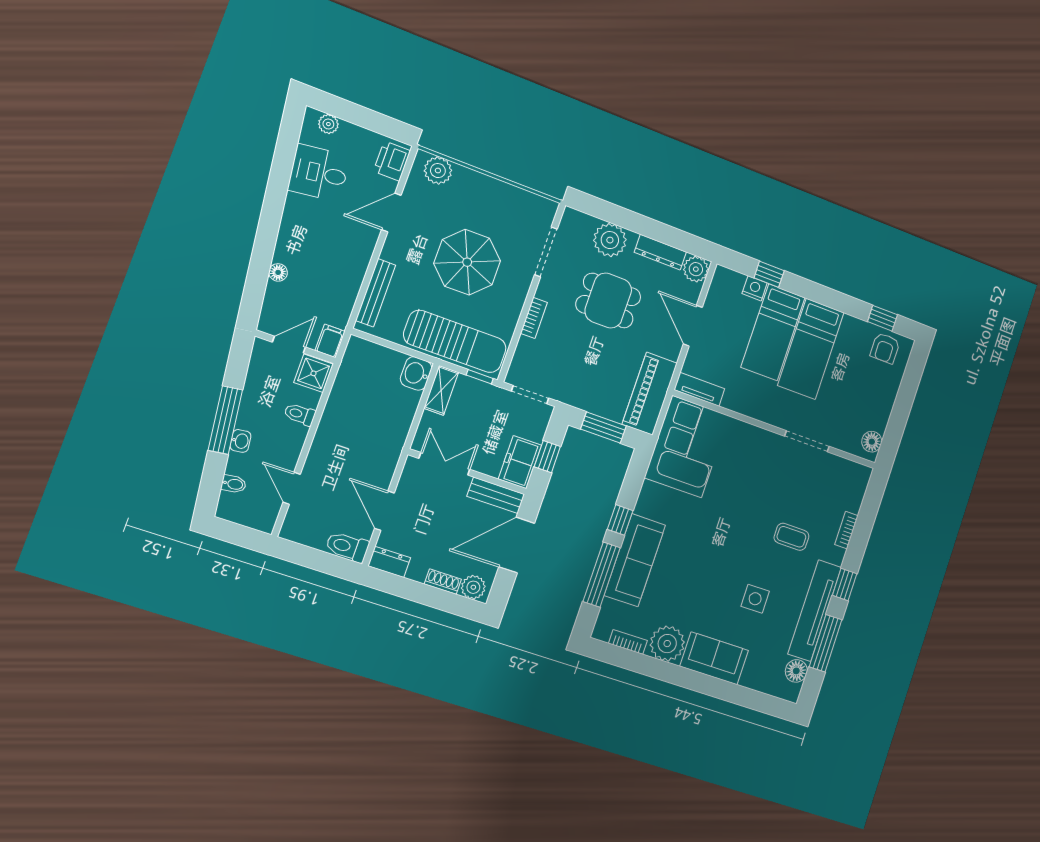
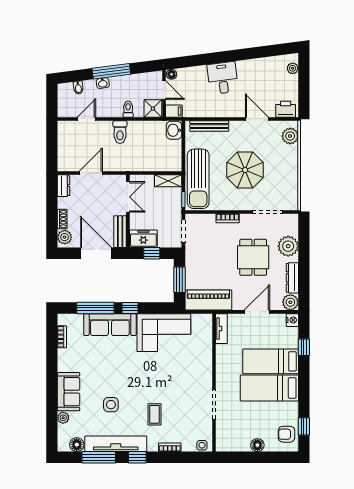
desk: (319, 173) -> (223, 78), moved
floor lamp: (278, 272) -> (172, 74), moved
nightstand: (755, 288) -> (292, 320), moved
washbasin: (416, 373) -> (174, 130), moved, turned -90
floor lamp: (872, 442) -> (257, 445), moved
corner sofa: (687, 447) -> (164, 333), moved
side table: (859, 480) -> (202, 445), added
toilet: (347, 547) -> (120, 132), moved, turned 180
plant: (667, 644) -> (63, 418), moved, width x0.53, depth x0.53

